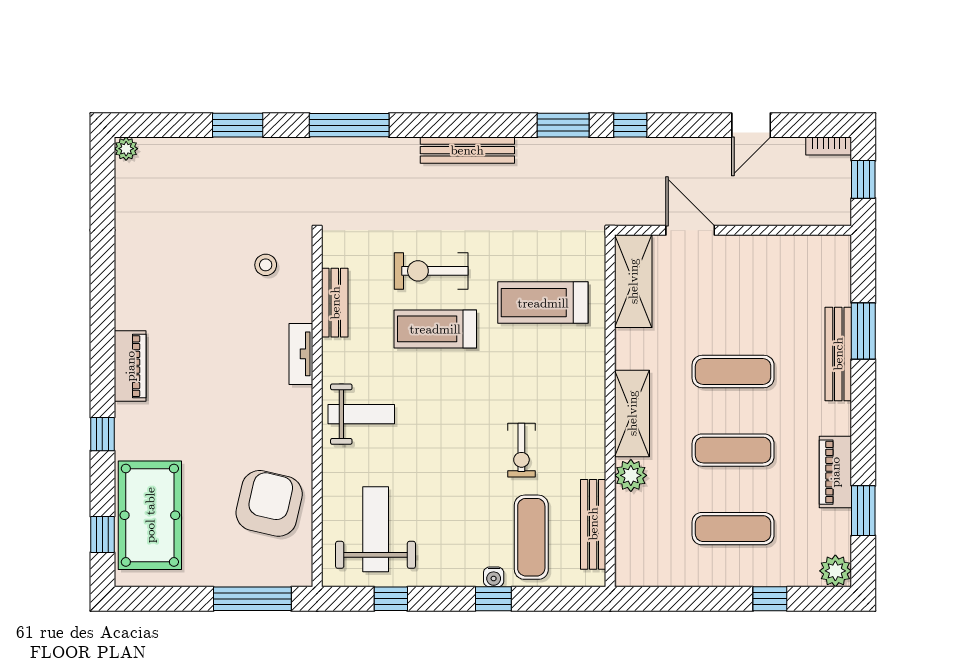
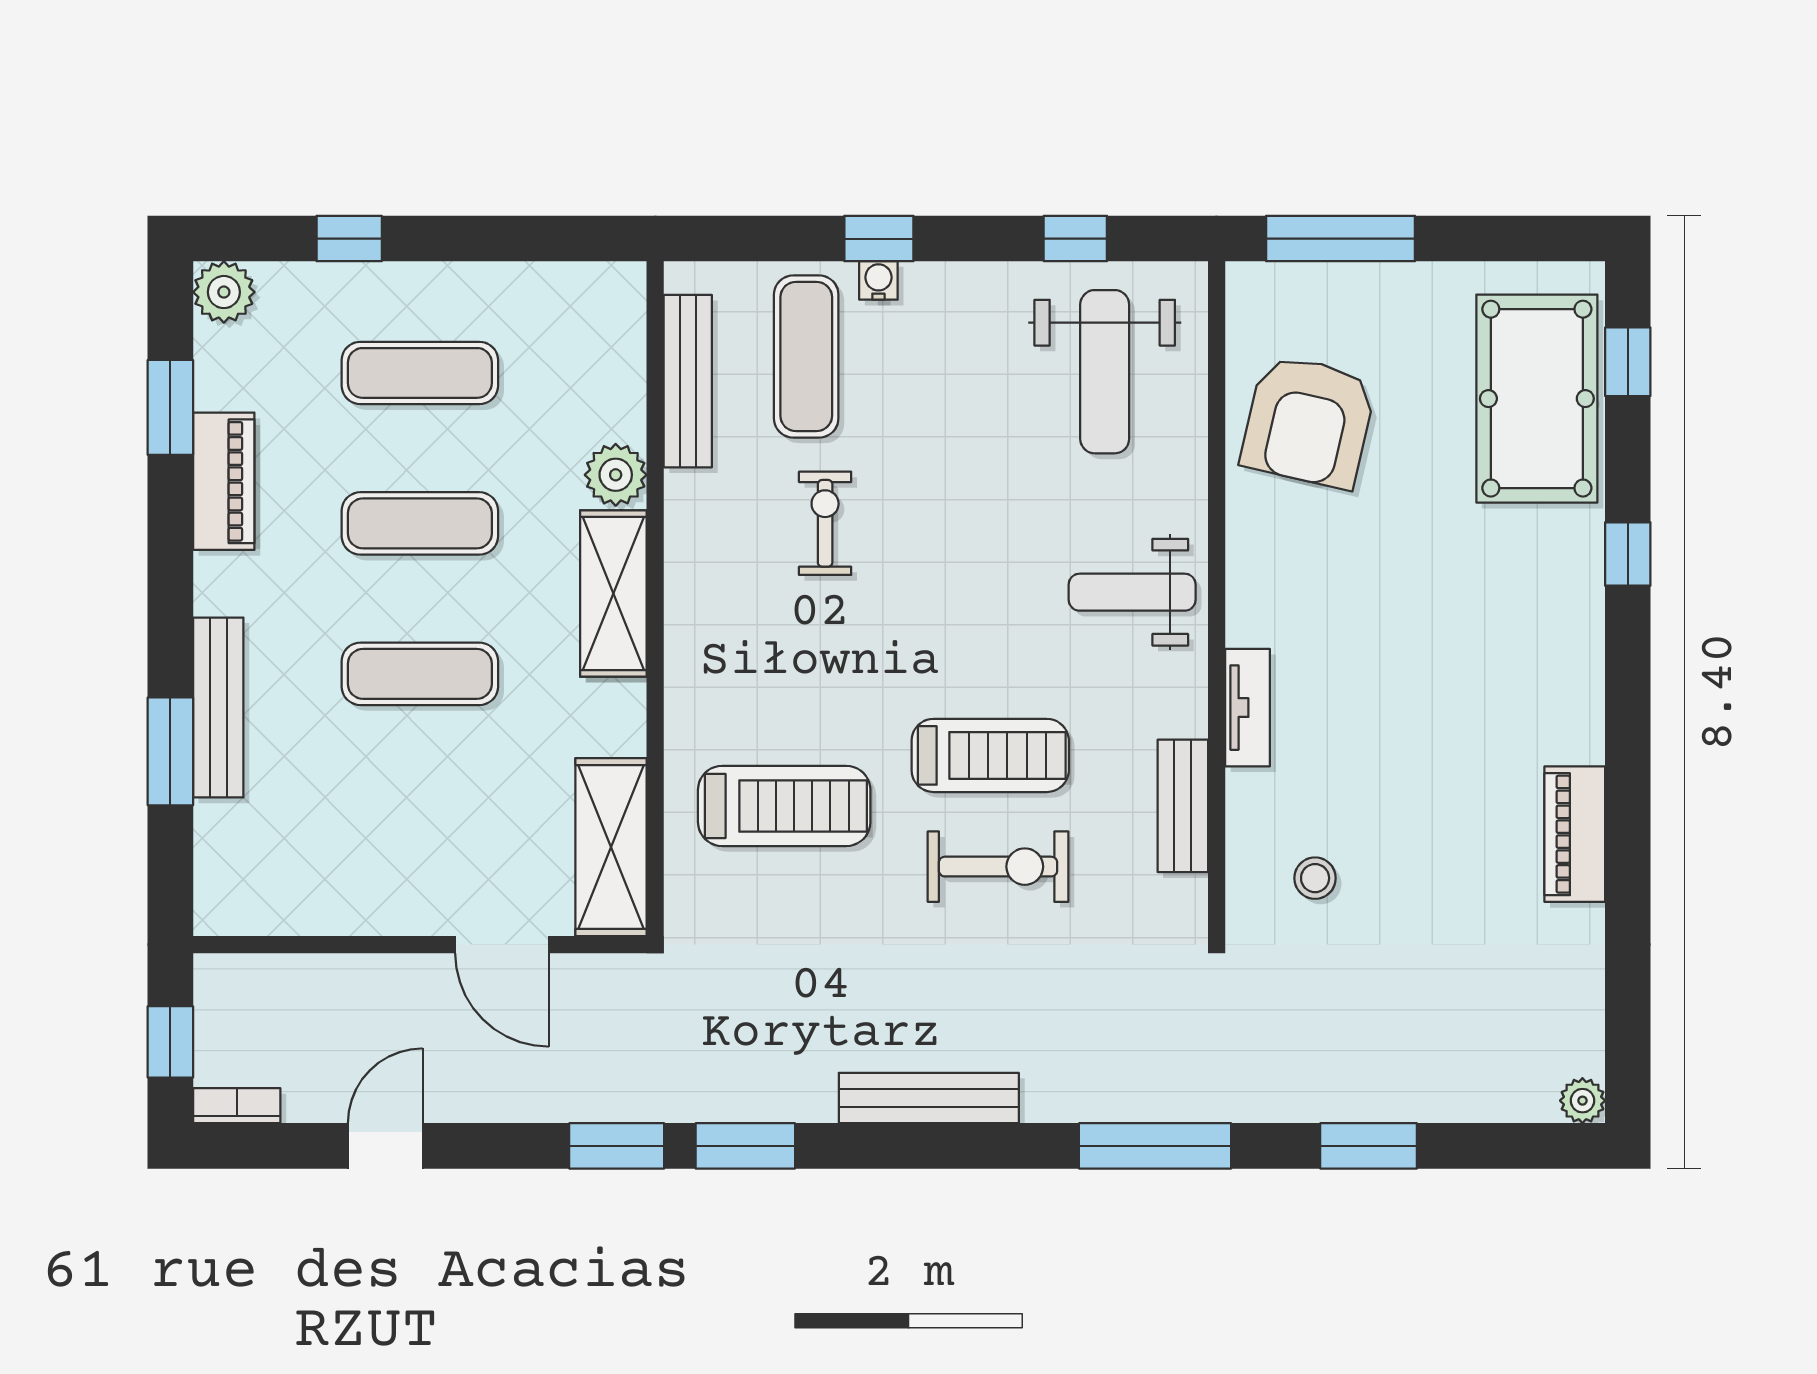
window: (630, 125) -> (617, 1146), width x1.50
piano: (130, 366) -> (1575, 834), moved

